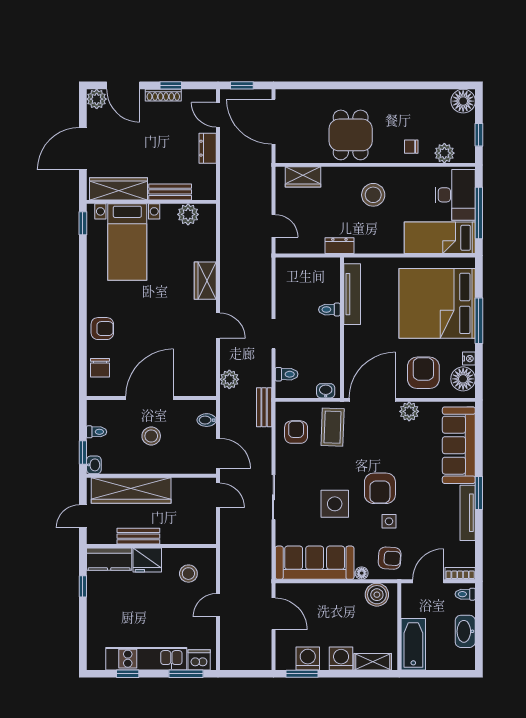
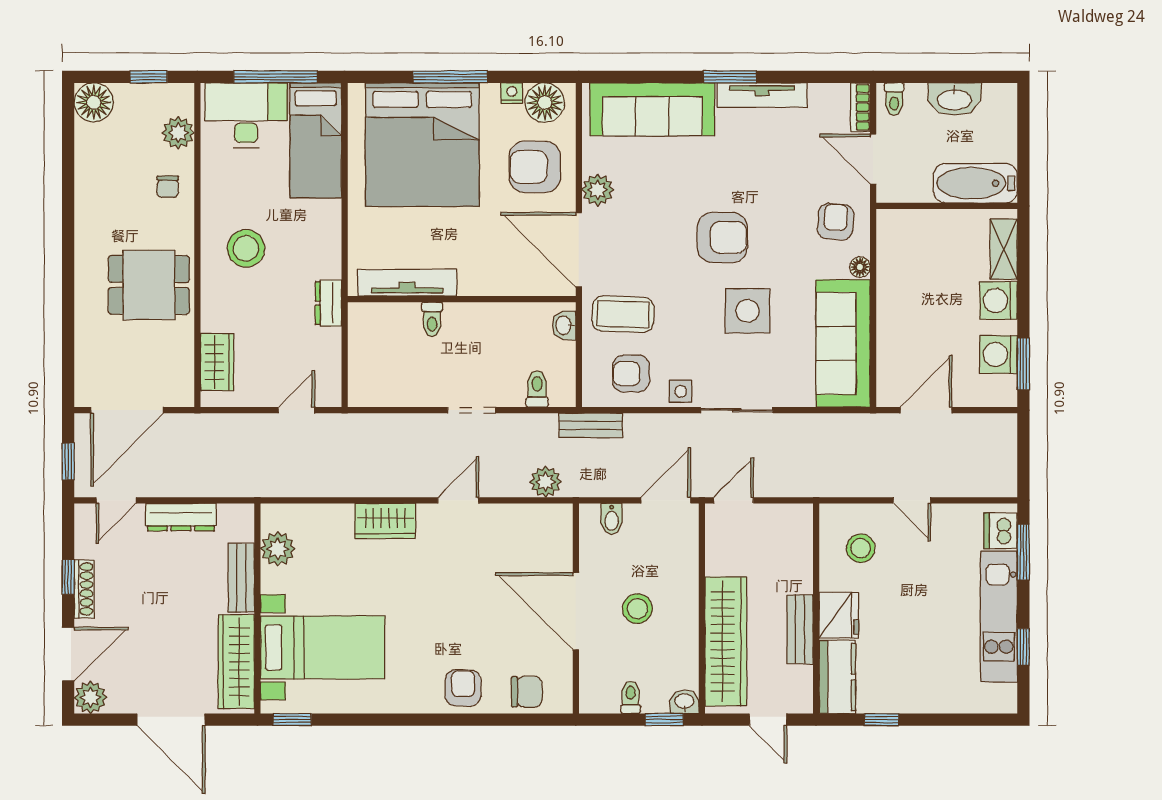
dresser: (208, 148) -> (181, 517), width x1.44
side table: (389, 521) -> (681, 391), moved
boiler: (377, 595) -> (895, 242), removed

